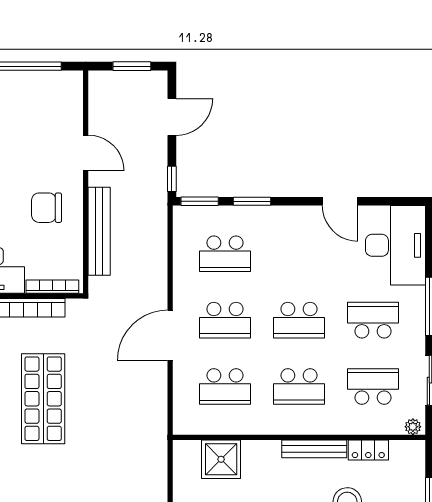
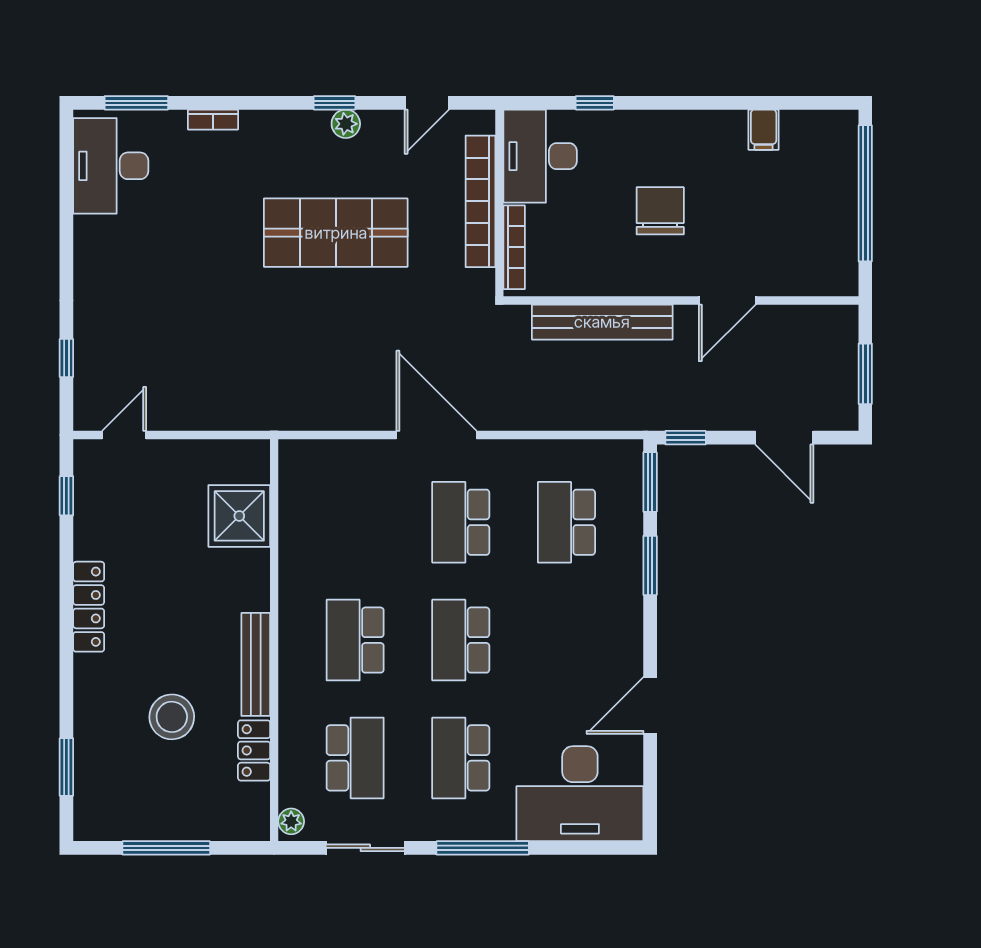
chair: (47, 208) -> (660, 211), moved
school desk: (373, 320) -> (461, 758), turned 180
school desk: (225, 386) -> (355, 522), removed

